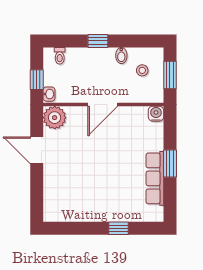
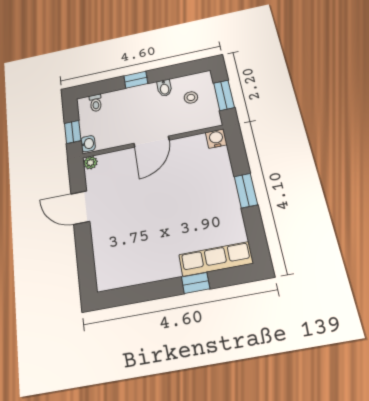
plant: (55, 118) -> (90, 163), width x0.53, depth x0.53
row of seats: (155, 178) -> (216, 259), moved, turned 90

